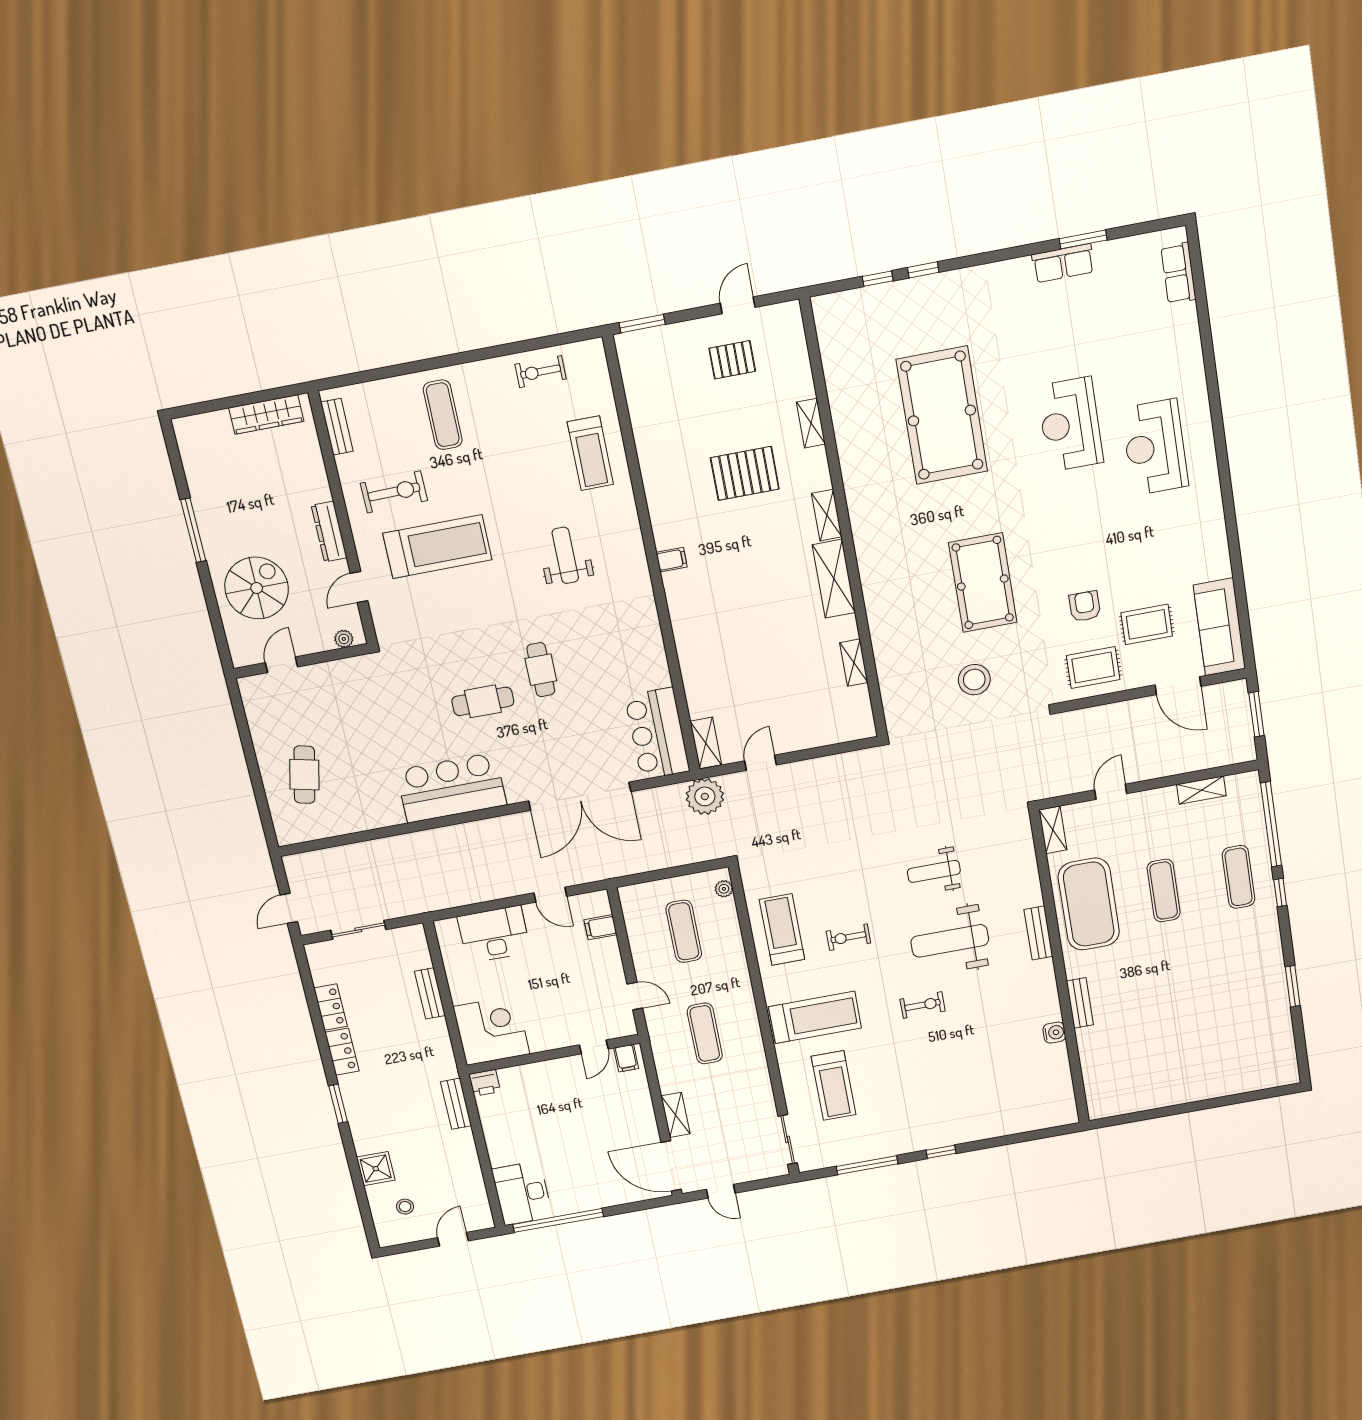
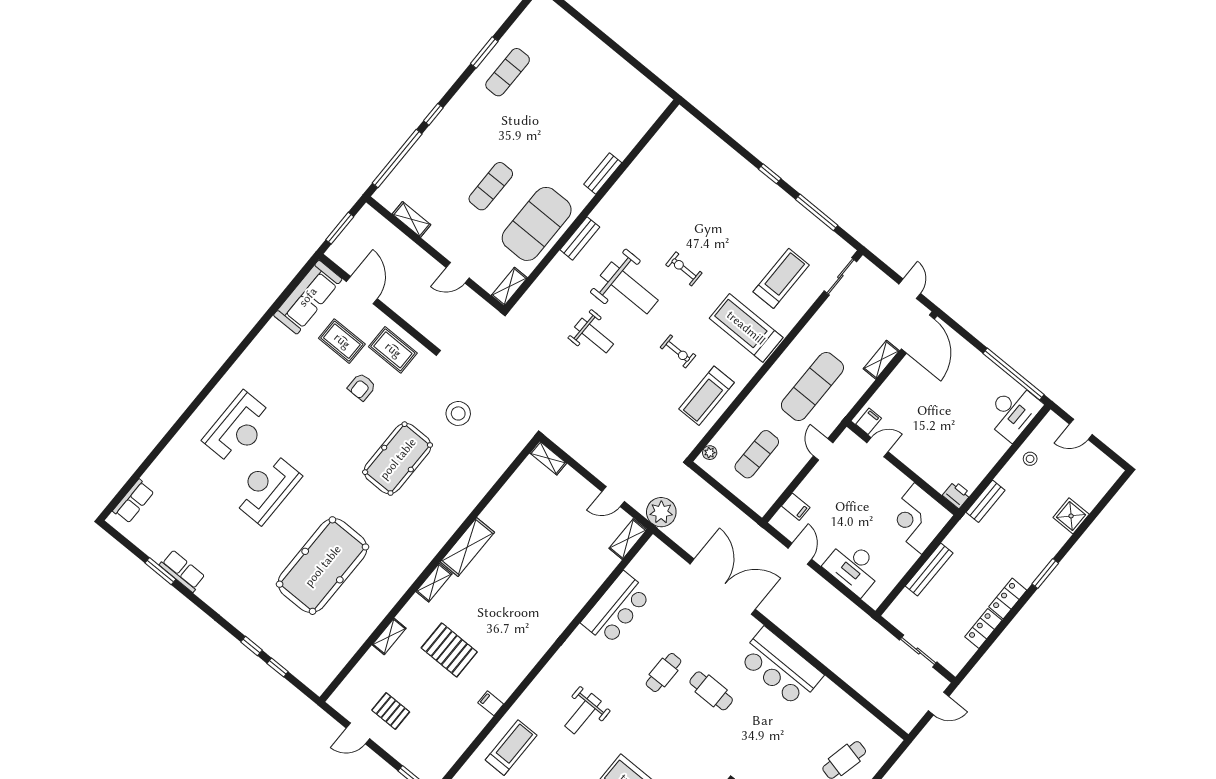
reception desk: (1070, 424) -> (266, 488), turned 180
filing cabinet: (672, 560) -> (491, 703), moved
shelving: (854, 663) -> (548, 458), moved, turned 90
bar counter: (657, 734) -> (616, 608), moved
exercise mat: (1239, 877) -> (508, 72), moved
bench: (430, 993) -> (929, 570), width x1.36
exercise mat: (705, 1033) -> (812, 387), width x1.36, depth x1.45
water cooler: (1054, 1033) -> (634, 172), removed
stool: (405, 1207) -> (1030, 459), moved

